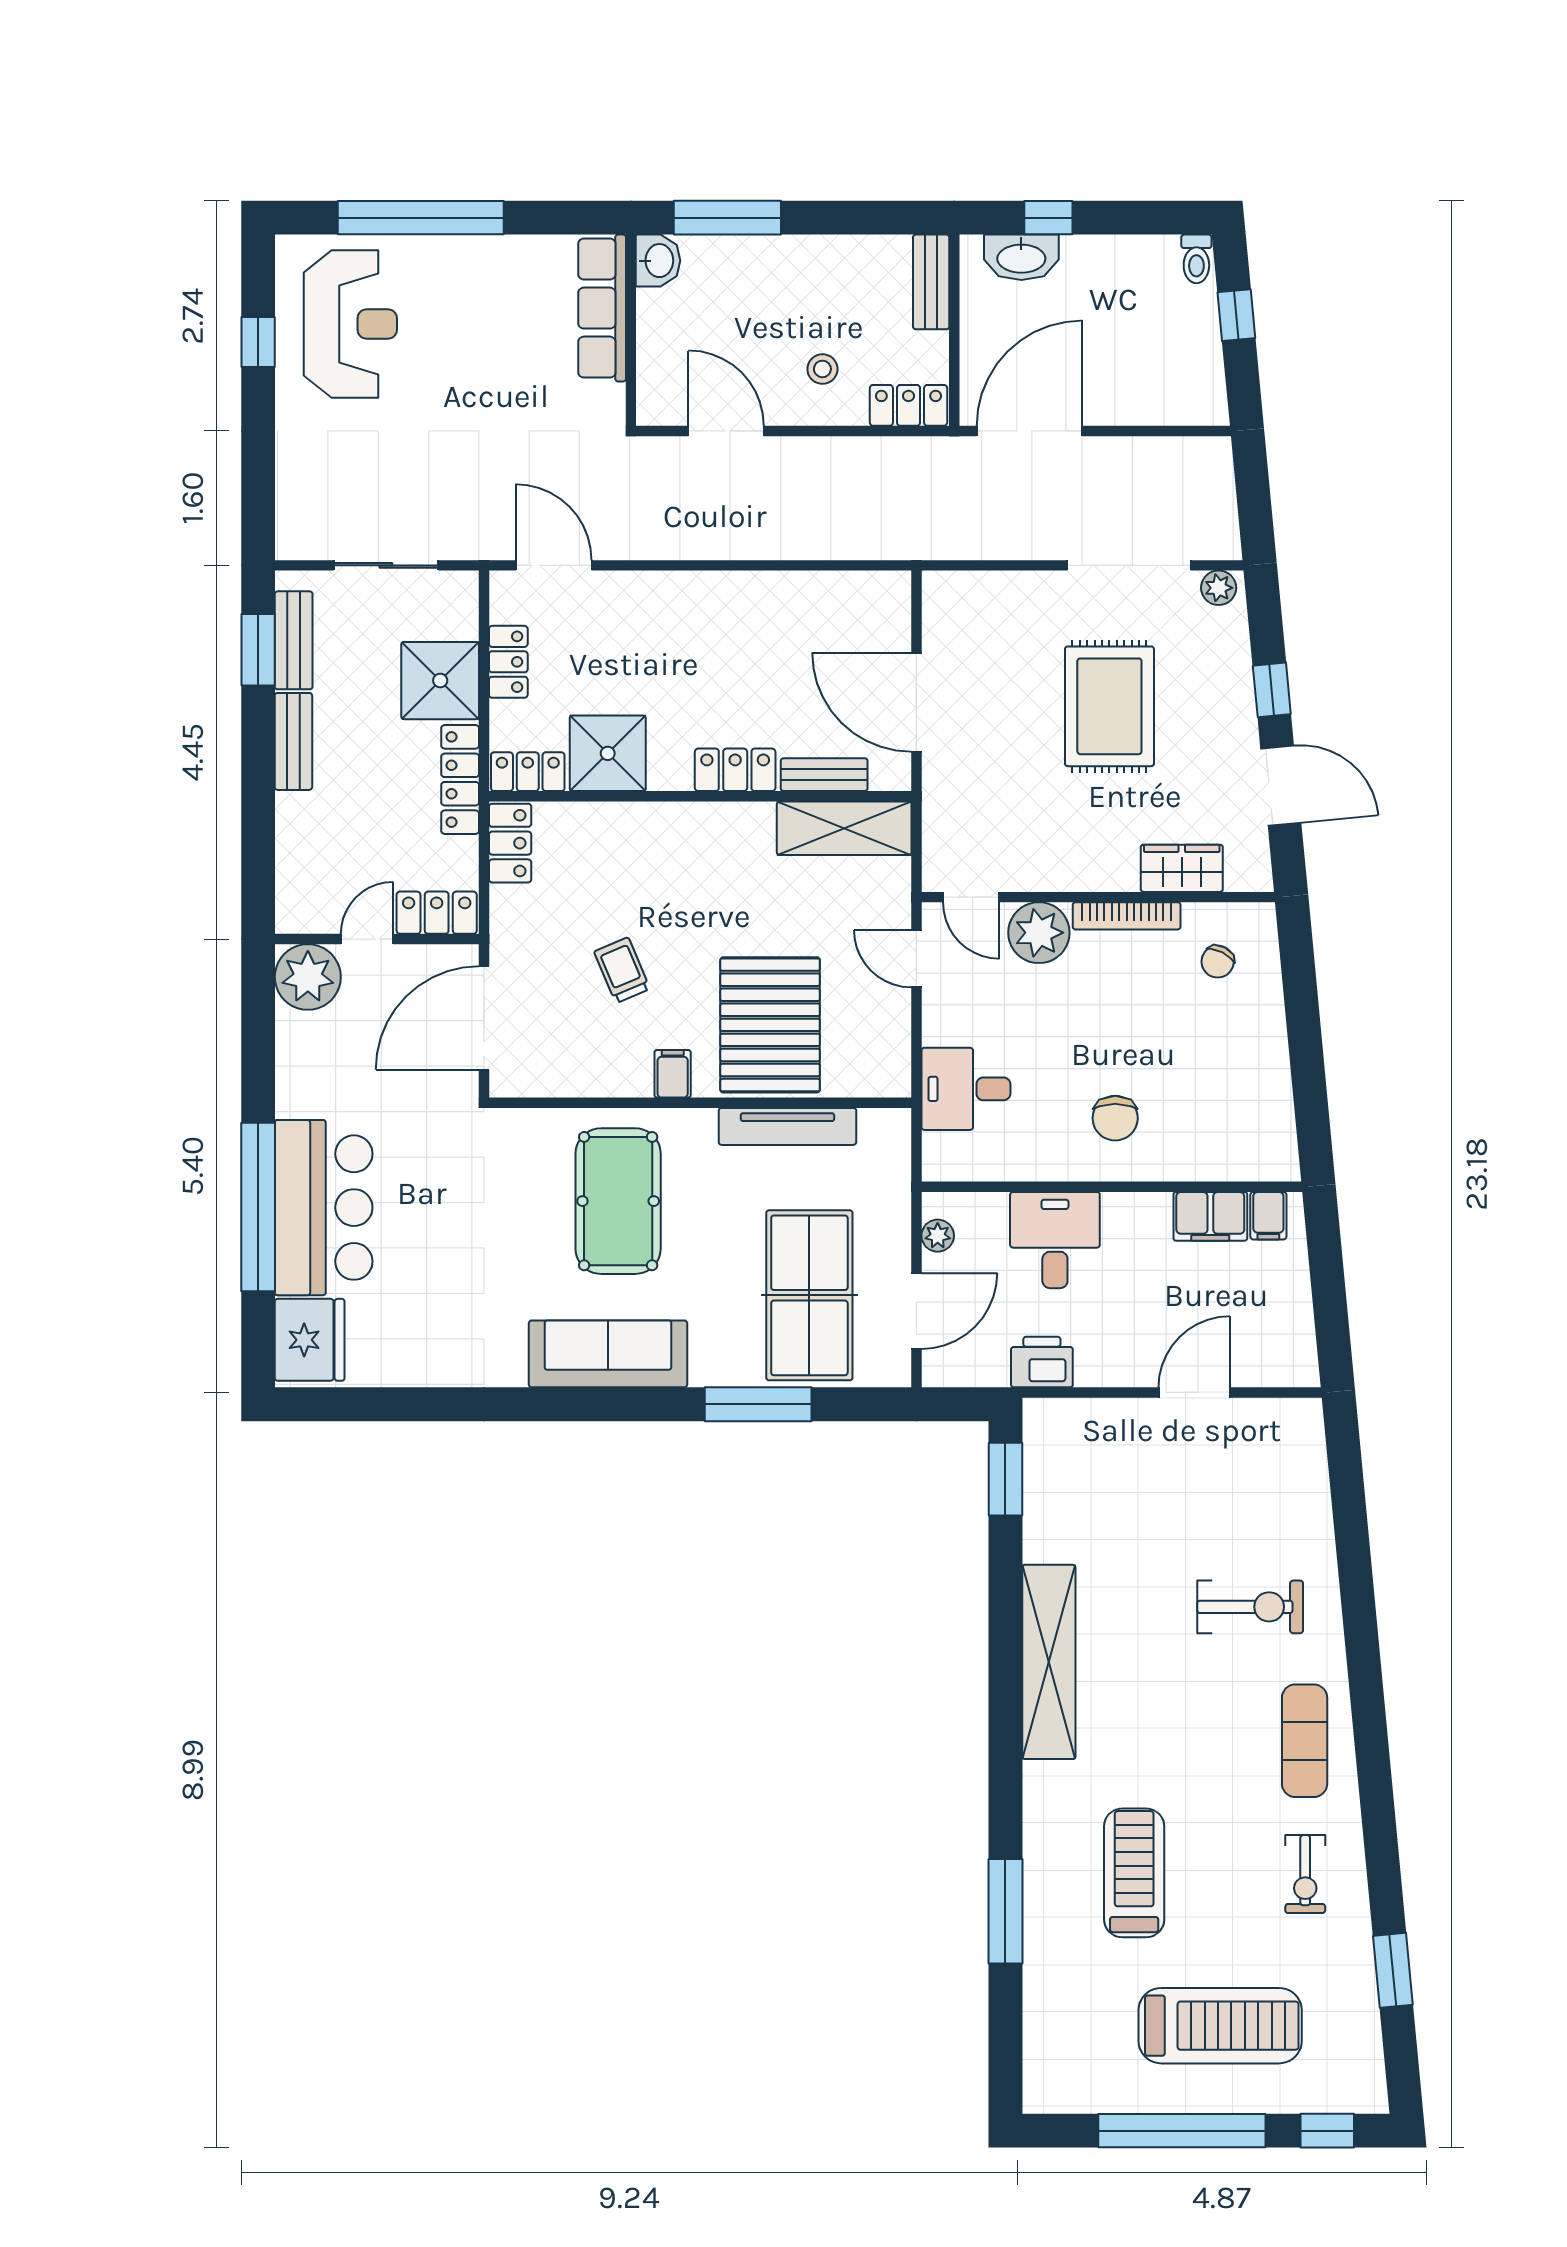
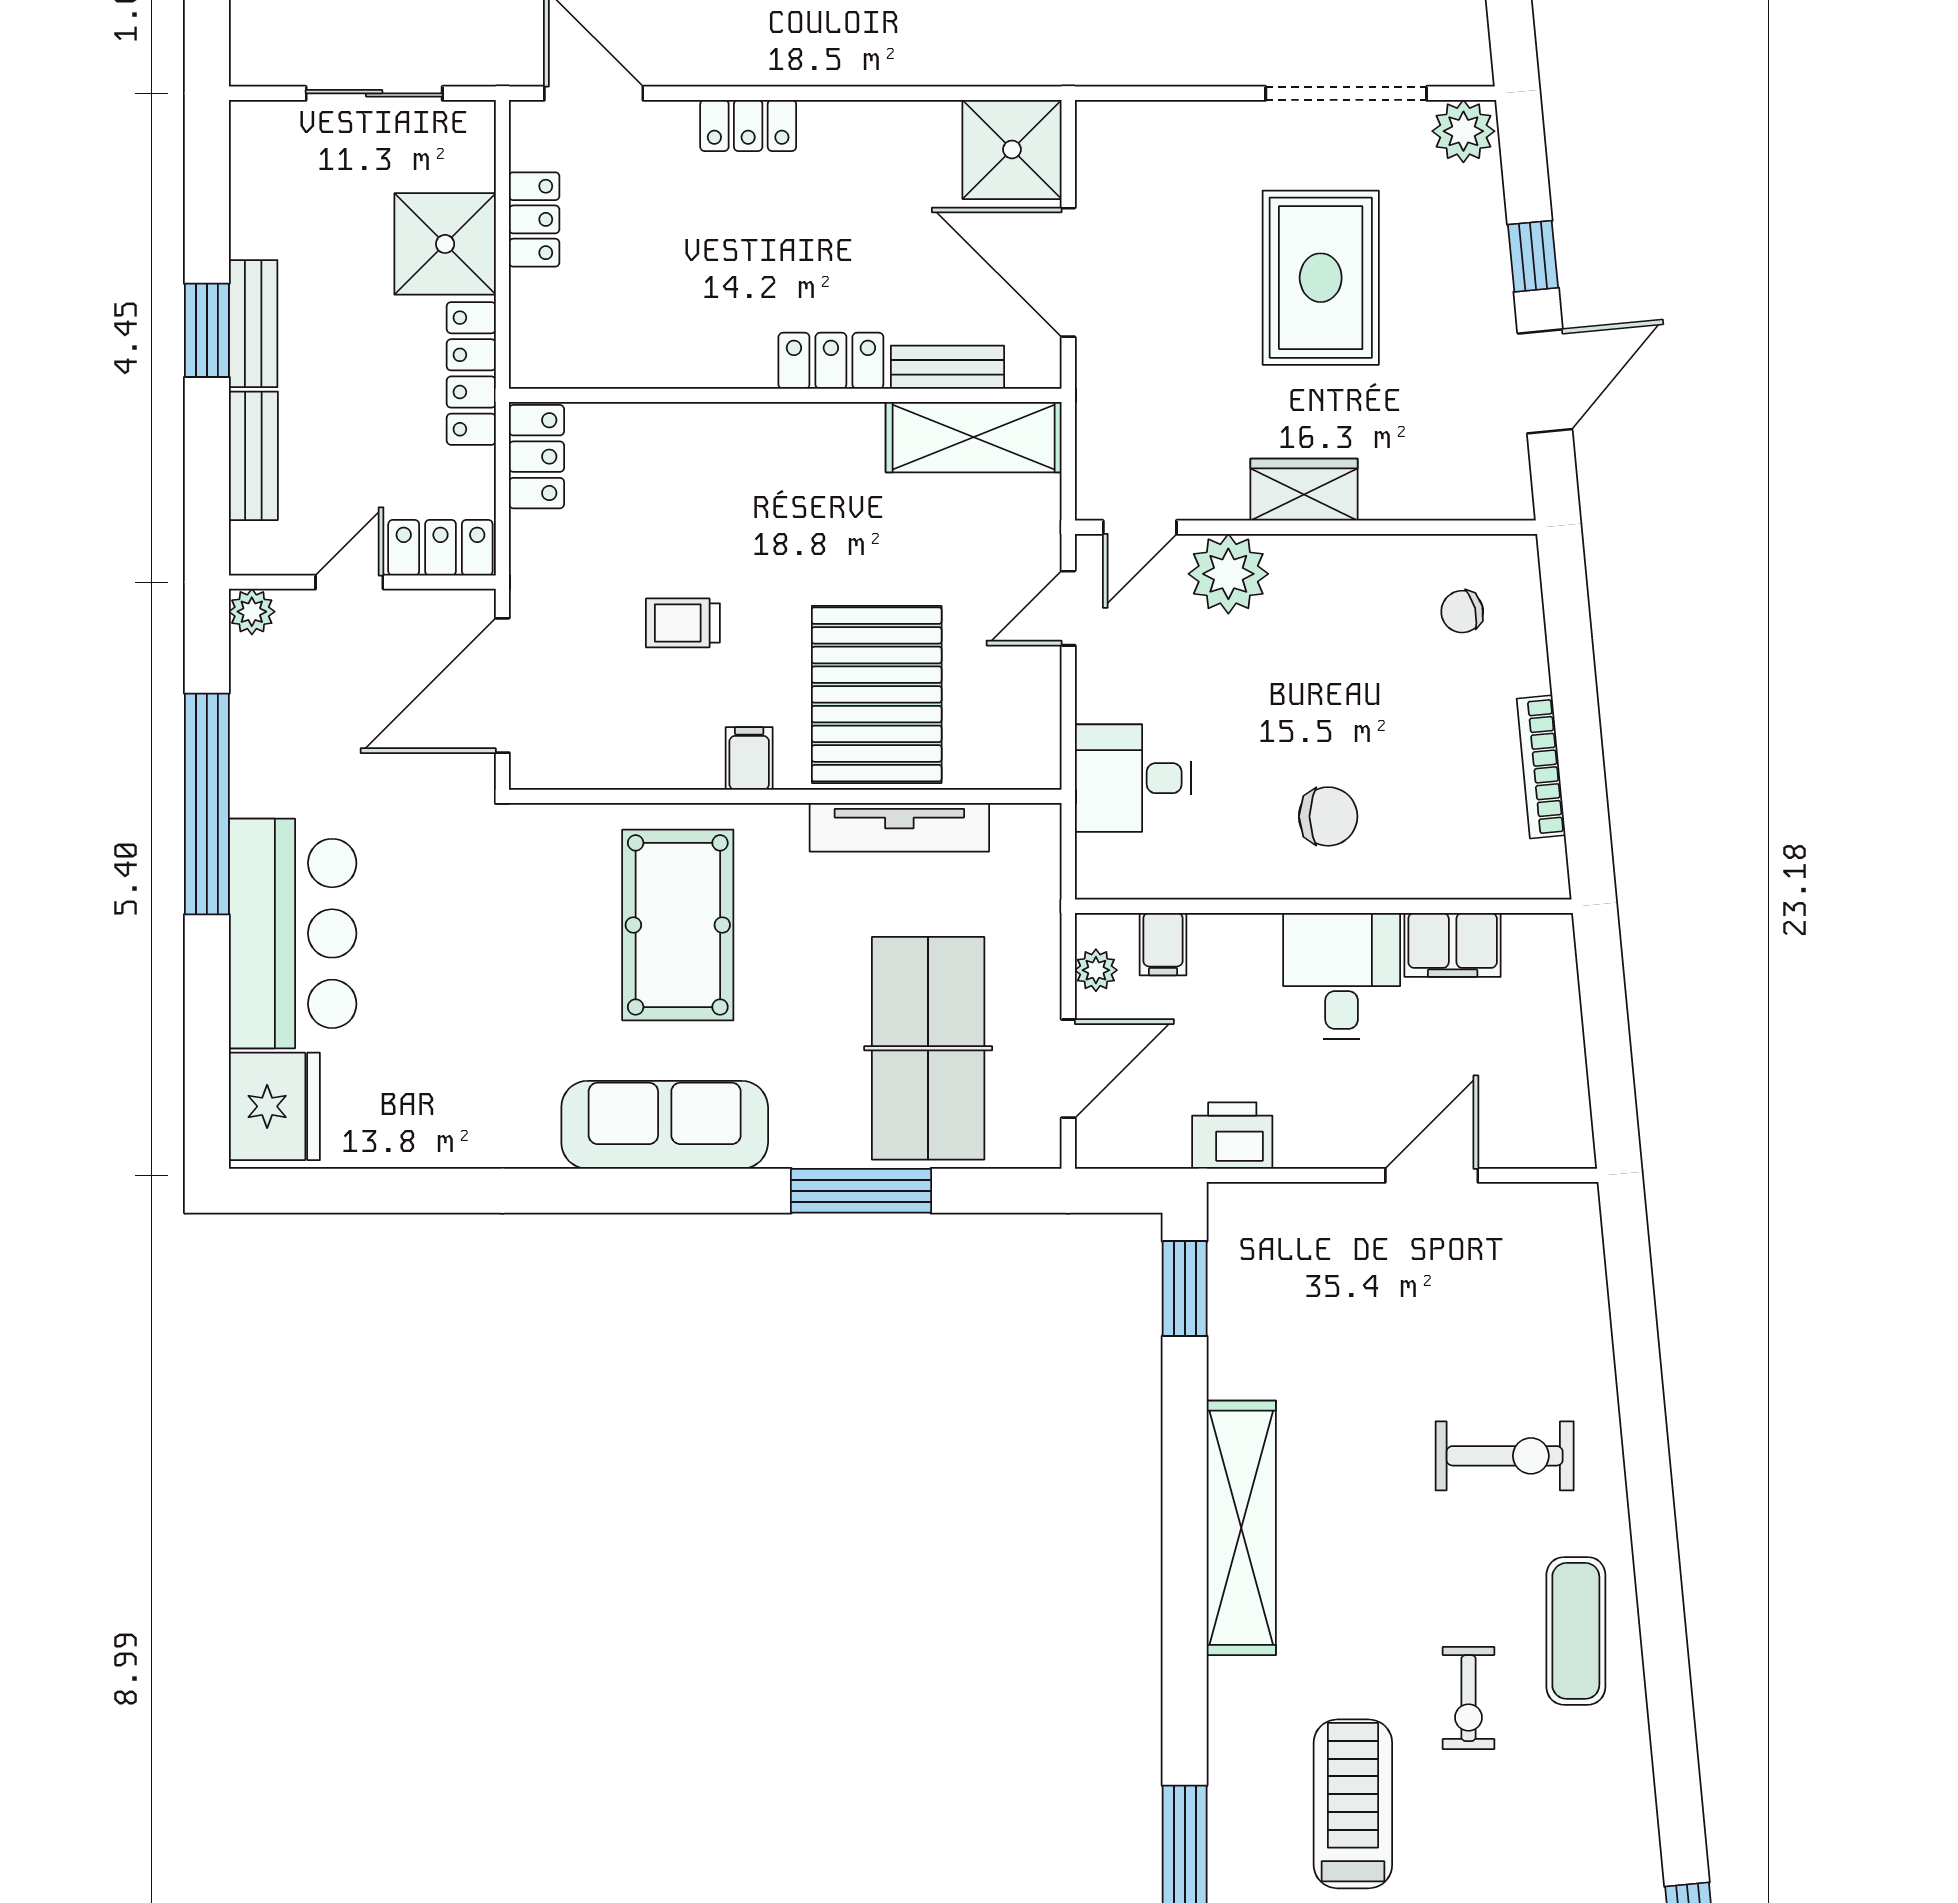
plant: (1219, 588) -> (1463, 131), width x1.38, depth x1.38
bench: (294, 640) -> (253, 456), moved
window: (258, 650) -> (207, 330), moved
shower: (608, 753) -> (1012, 149), moved
locker: (528, 772) -> (748, 125), moved, turned 180
door: (1281, 786) -> (1545, 381), hinge flipped
wardrobe: (1182, 868) -> (1304, 490), moved
door: (971, 897) -> (1140, 527), hinge flipped
bookcase: (1127, 916) -> (1541, 767), moved, turned 85
door: (916, 959) -> (1068, 608), hinge flipped
chair: (1218, 962) -> (1462, 612), turned 48
trolley: (622, 970) -> (683, 623), turned -67
plant: (308, 977) -> (252, 612), width x0.53, depth x0.53
chair: (1115, 1118) -> (1328, 816), turned -90
window: (258, 1207) -> (207, 804), moved
filing cabinet: (1268, 1216) -> (1163, 944), moved
desk: (1055, 1240) -> (1342, 976), moved
exercise bike: (1305, 1874) -> (1468, 1698), moved

